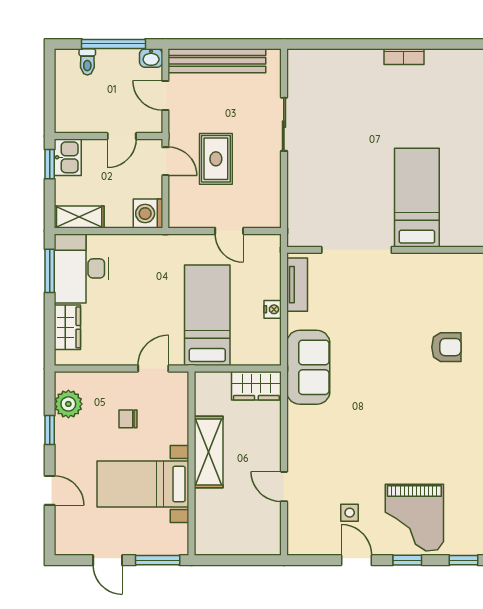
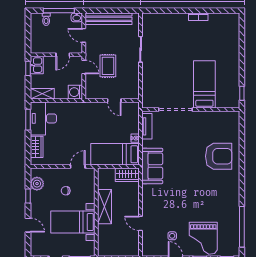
bed: (207, 315) -> (115, 154), moved, turned -90
armchair: (446, 347) -> (219, 156), width x1.88, depth x1.88

